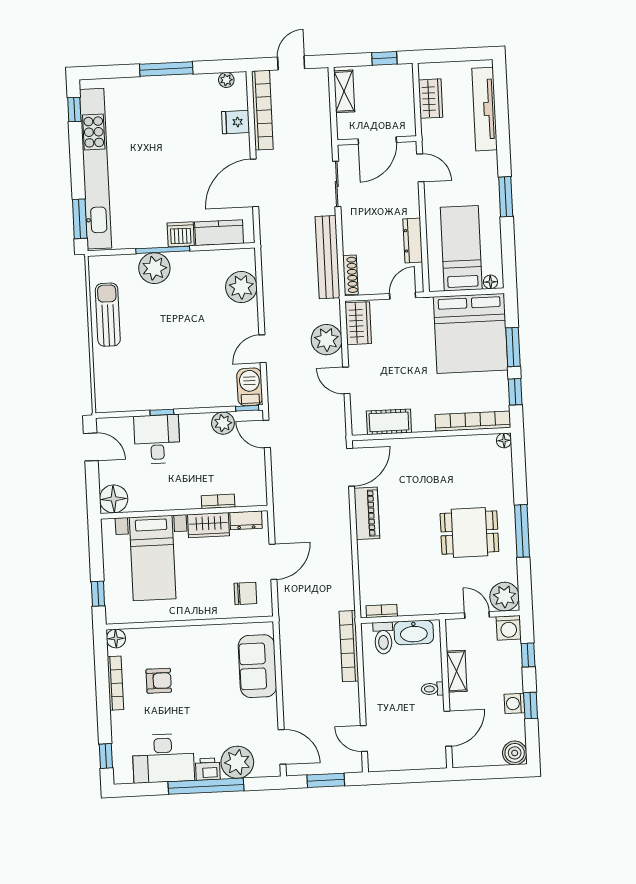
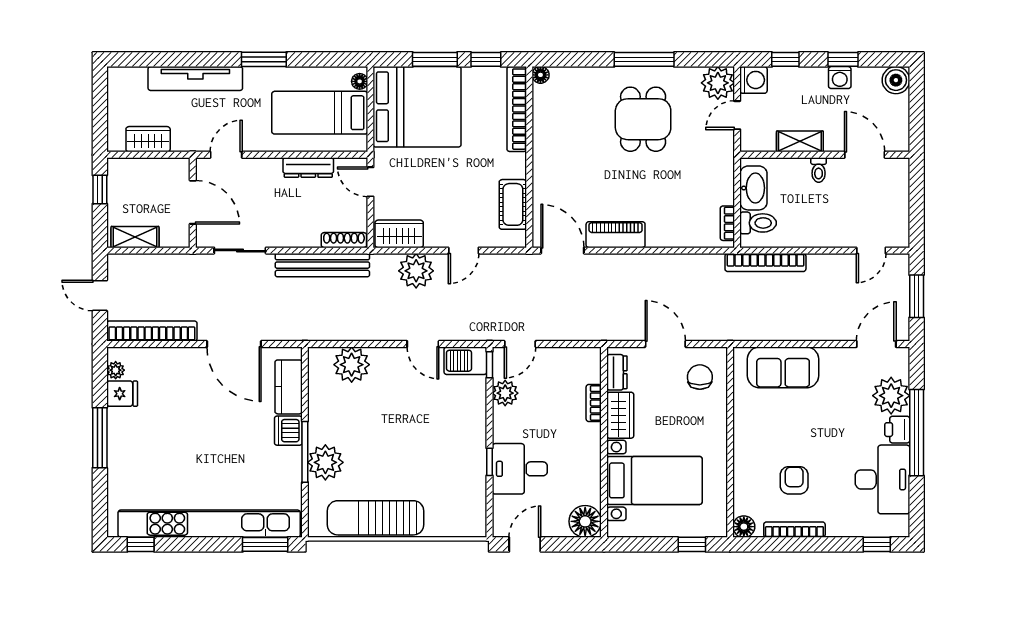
tv unit: (485, 109) -> (195, 79), moved
fridge: (235, 122) -> (122, 394), moved, turned -90
sun lounger: (108, 315) -> (376, 518), width x1.36, depth x1.34

